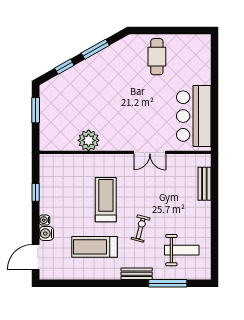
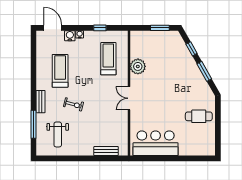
double door: (150, 152) -> (129, 98), moved
treadmill: (106, 200) -> (108, 59), moved, turned -90

